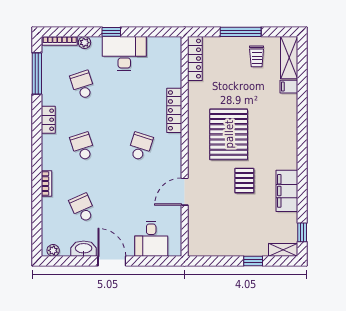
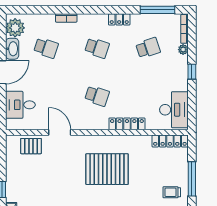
desk: (124, 54) -> (174, 110), moved
school desk: (83, 146) -> (97, 48), turned 36
pallet: (244, 181) -> (31, 146), moved
school desk: (83, 208) -> (46, 48), turned 42
plant: (53, 250) -> (15, 28), width x1.87, depth x1.87

